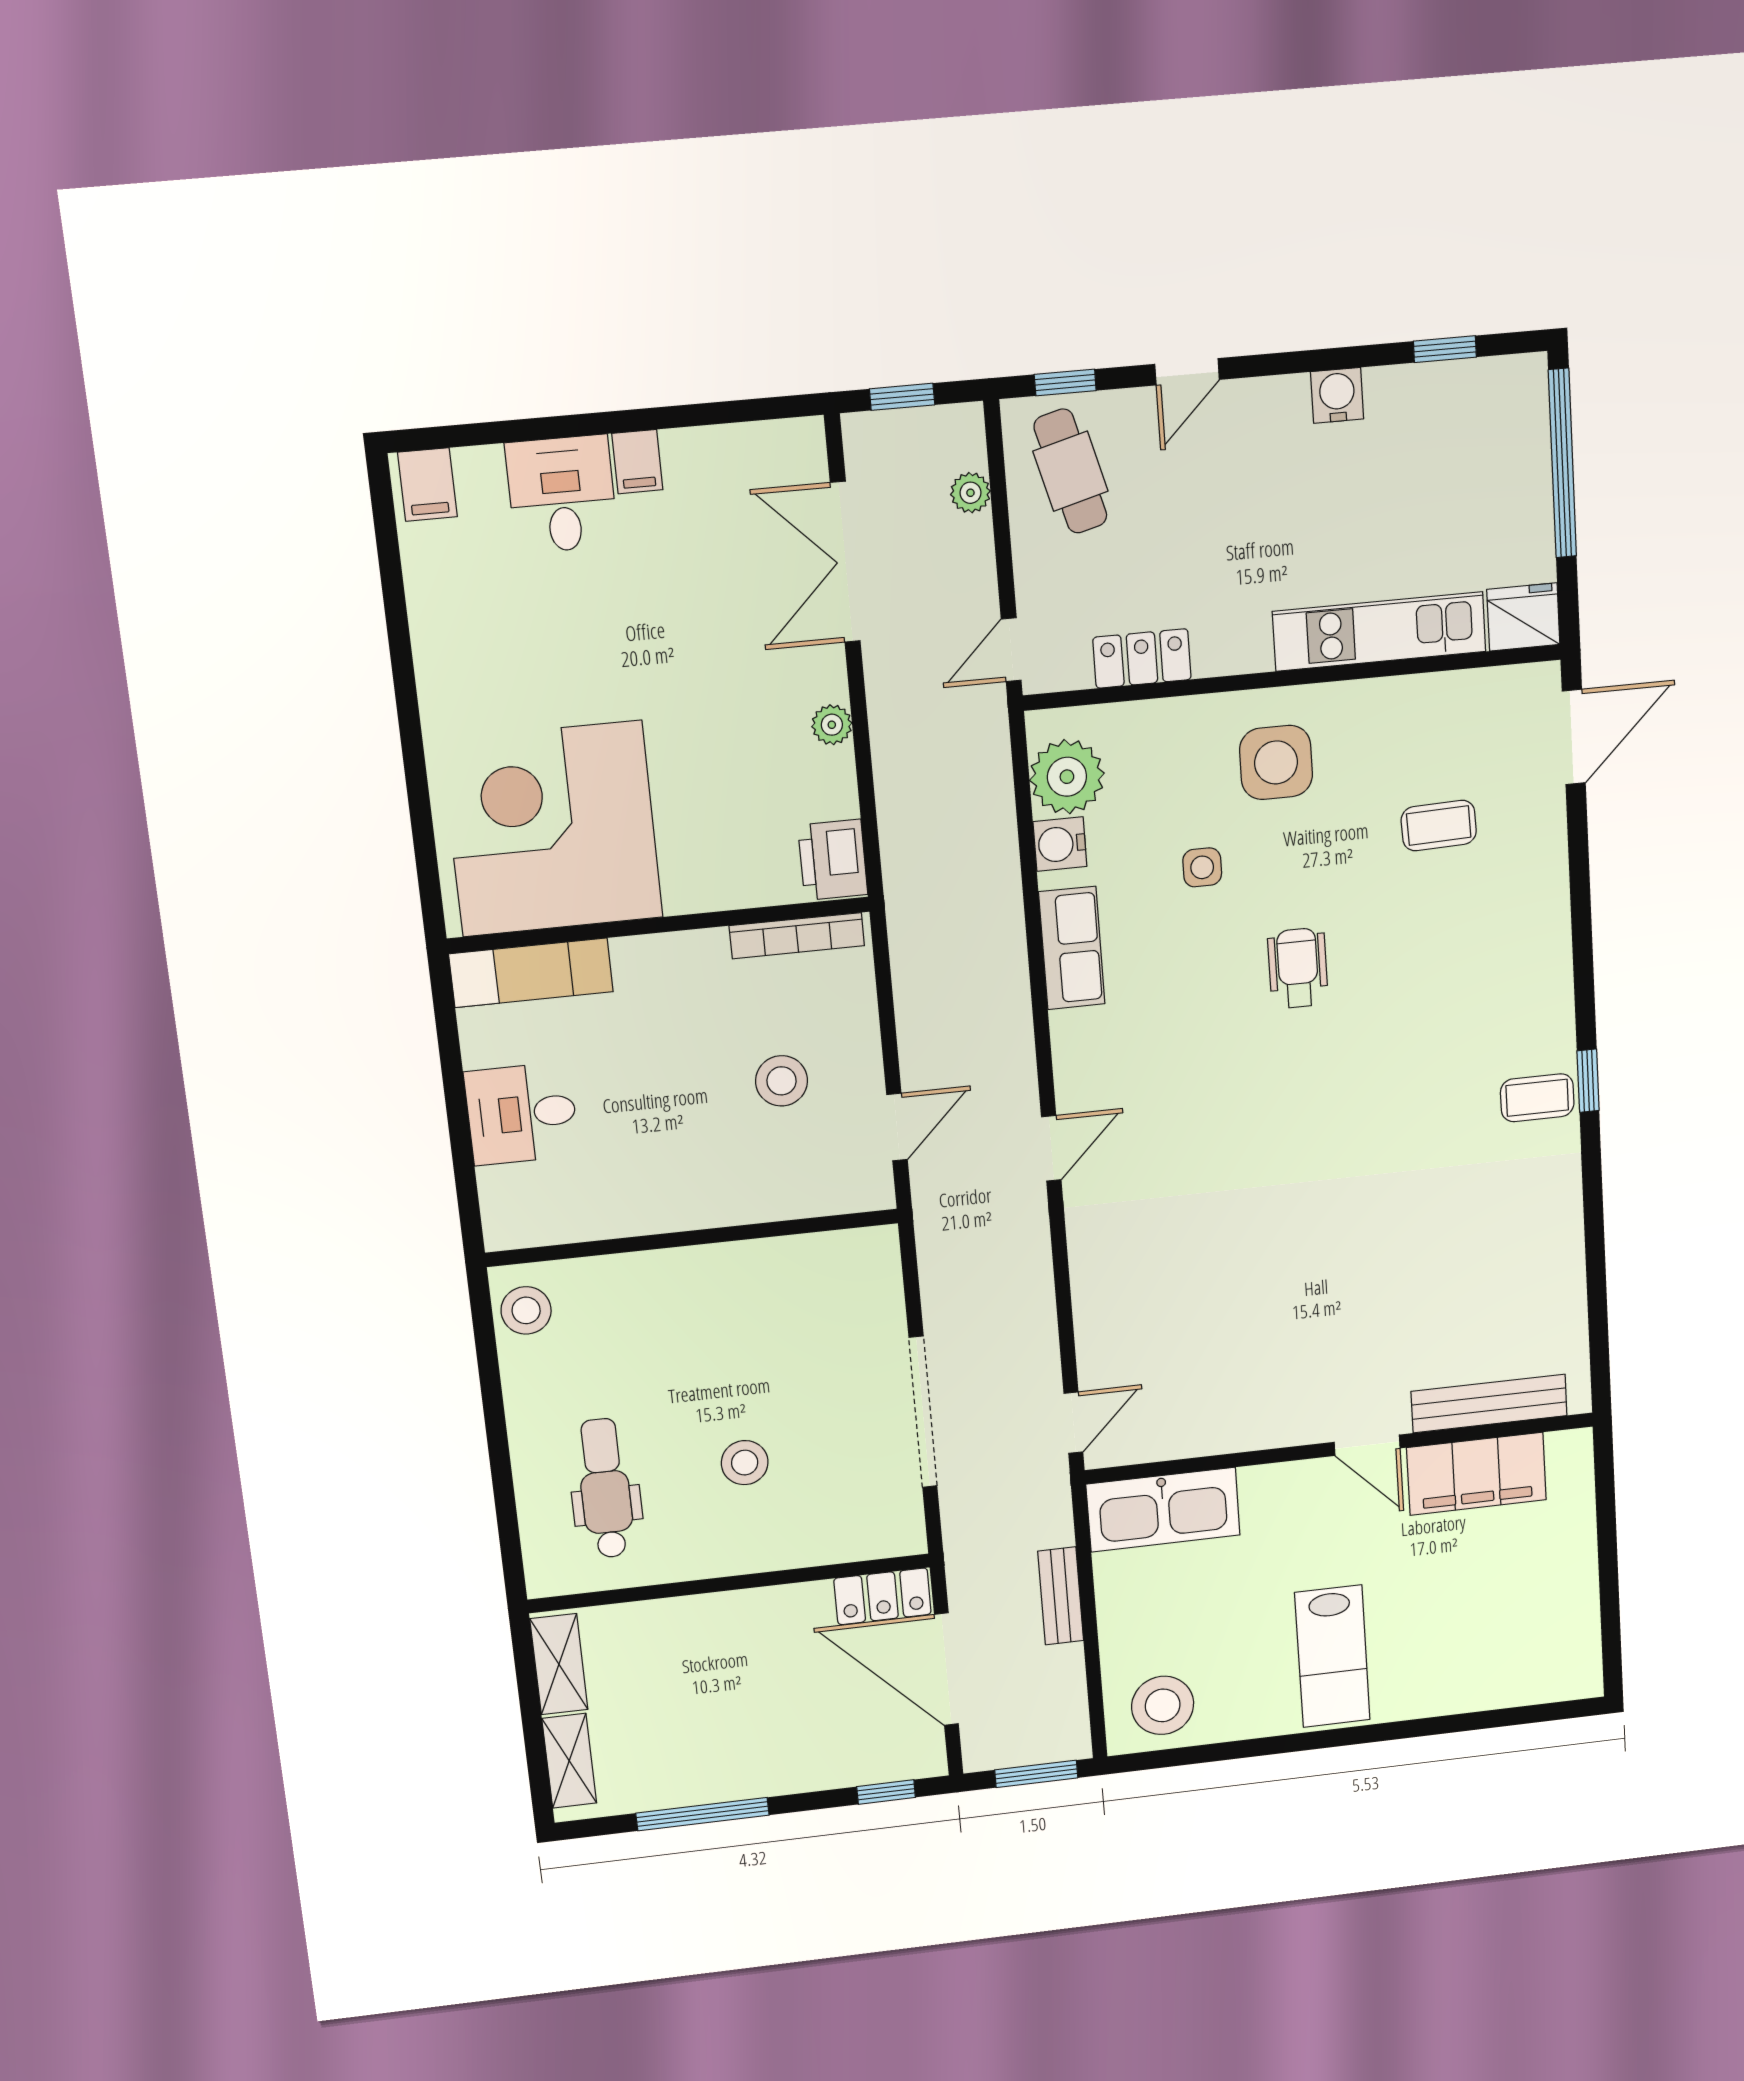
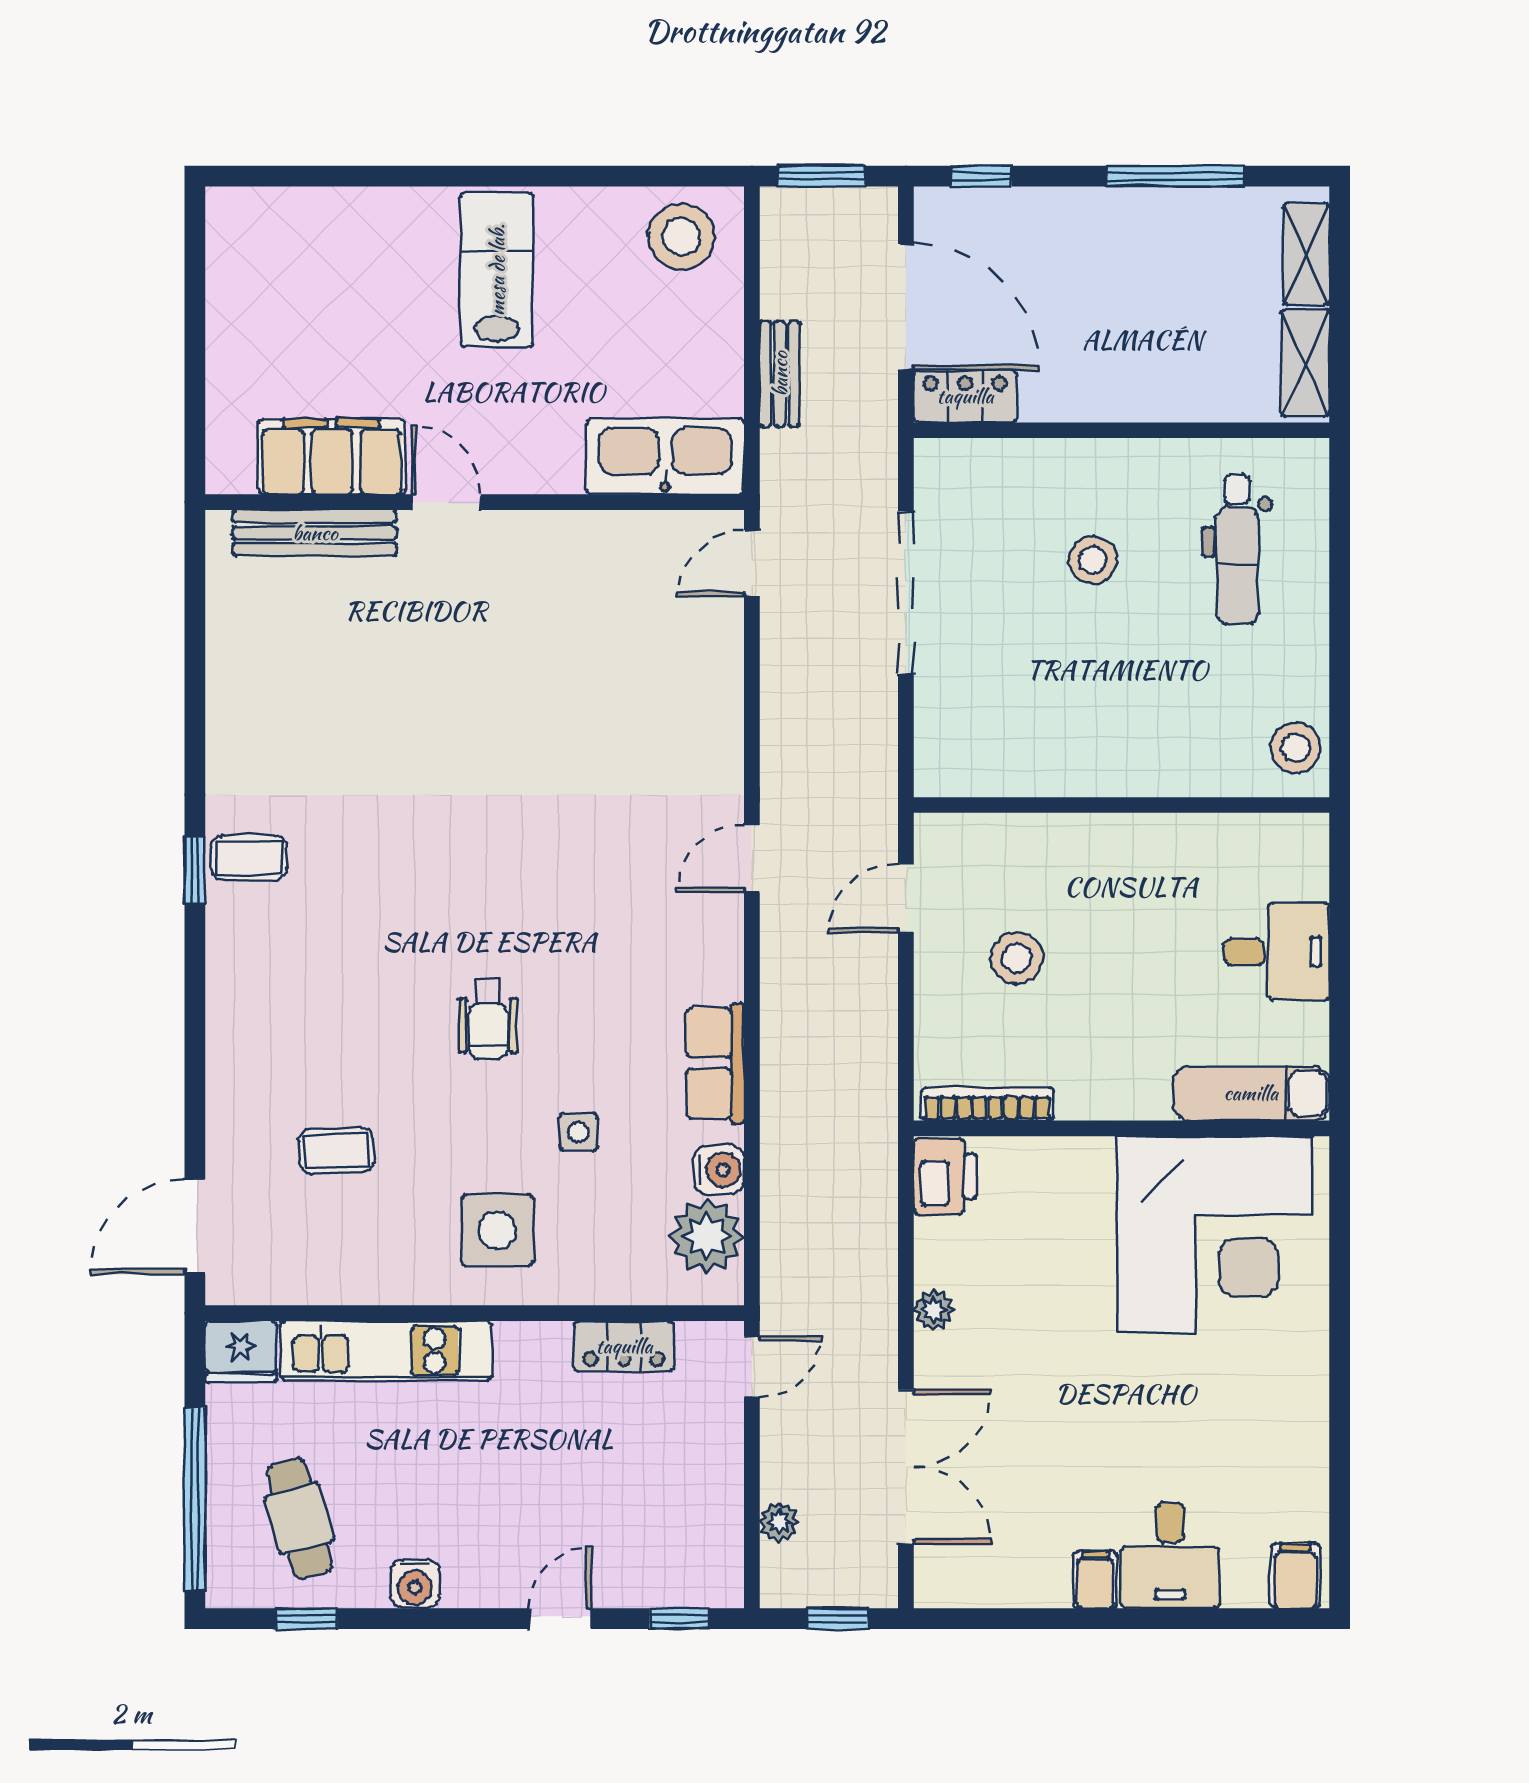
cafe table: (1070, 471) -> (300, 1519), moved

